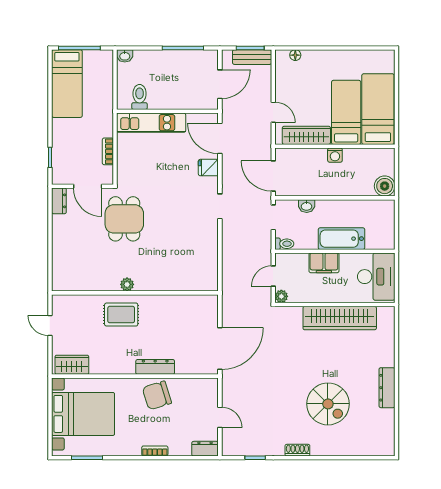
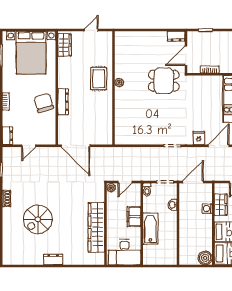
wardrobe: (306, 135) -> (221, 205), width x0.67
washing machine: (335, 155) -> (207, 209), moved
boiler: (385, 186) -> (205, 258), moved
door: (273, 276) -> (125, 182), swing flipped
dresser: (387, 388) -> (53, 260), width x0.70

